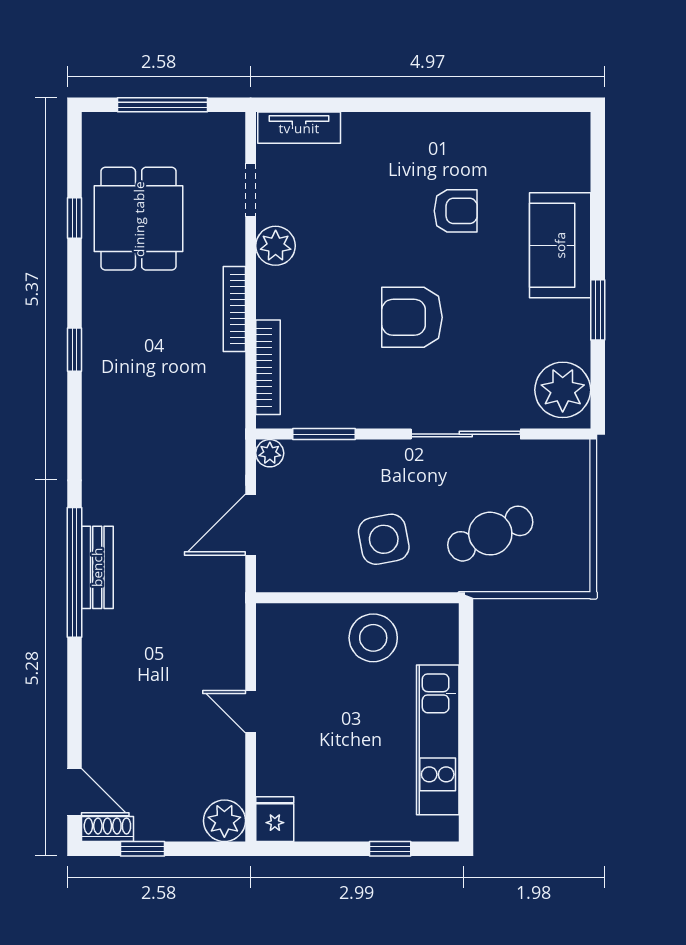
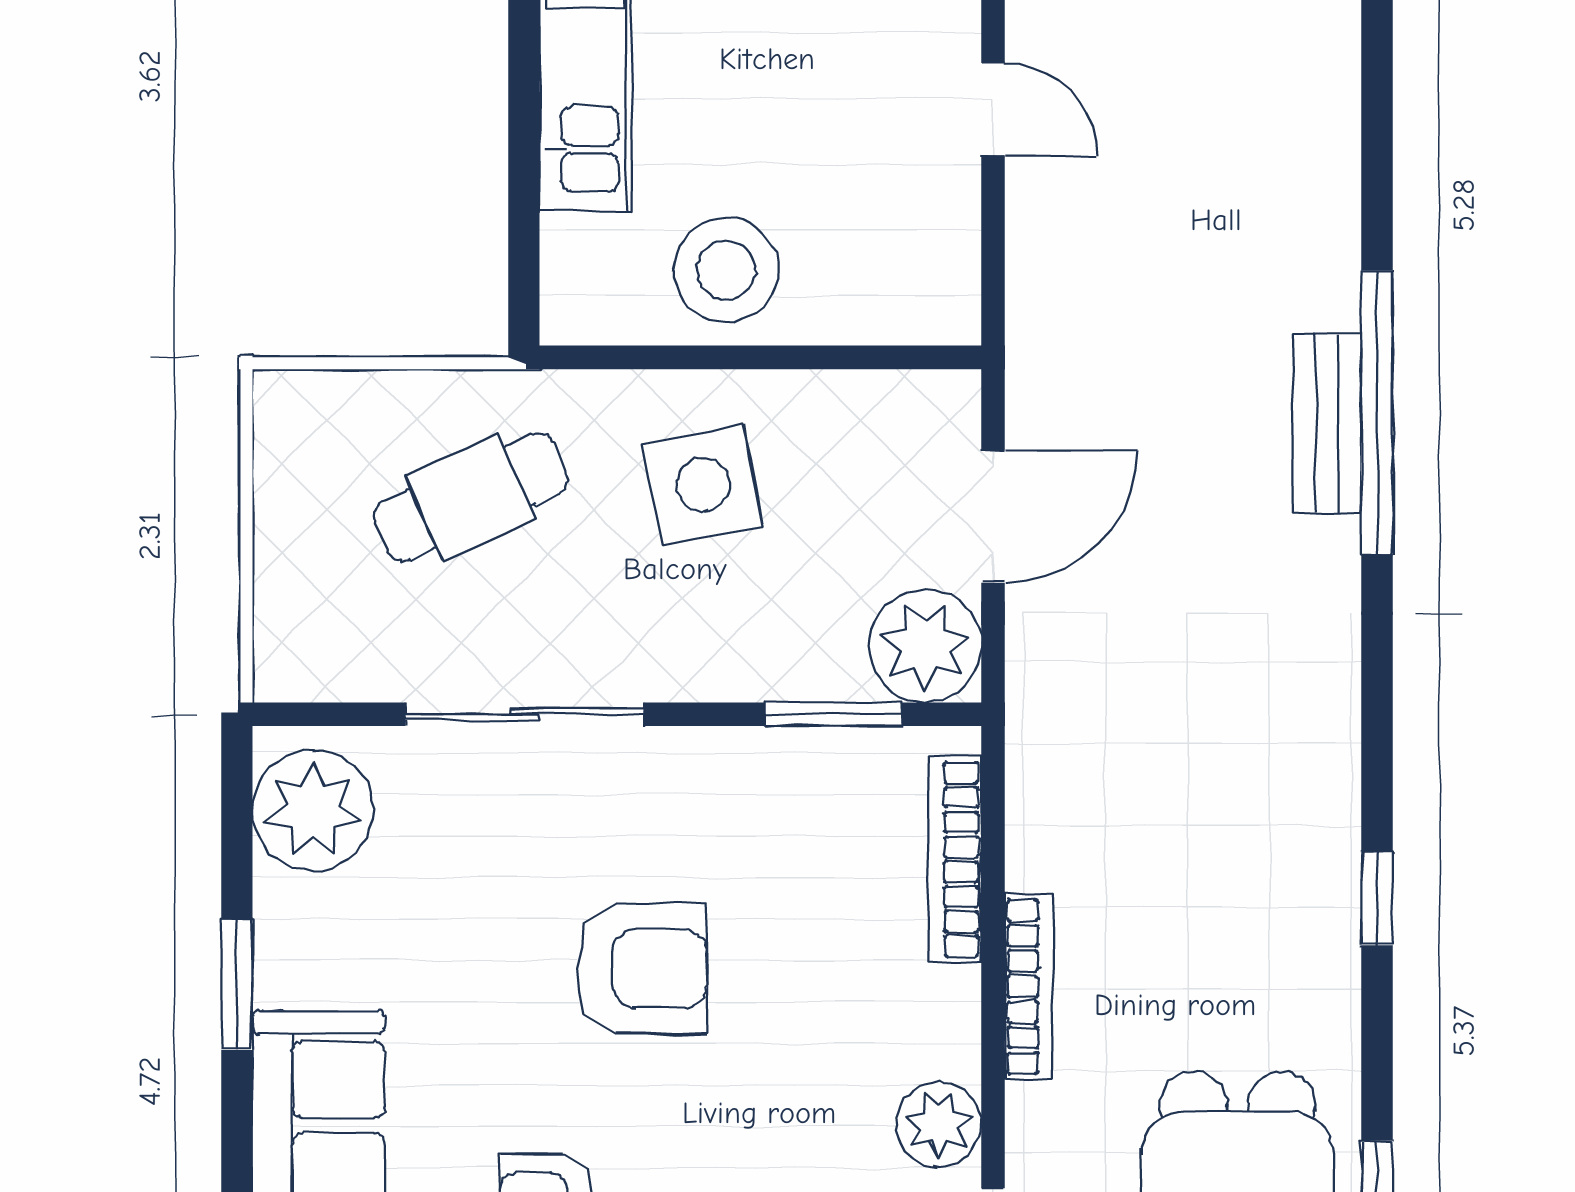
plant: (270, 453) -> (925, 646), width x1.88, depth x1.88

